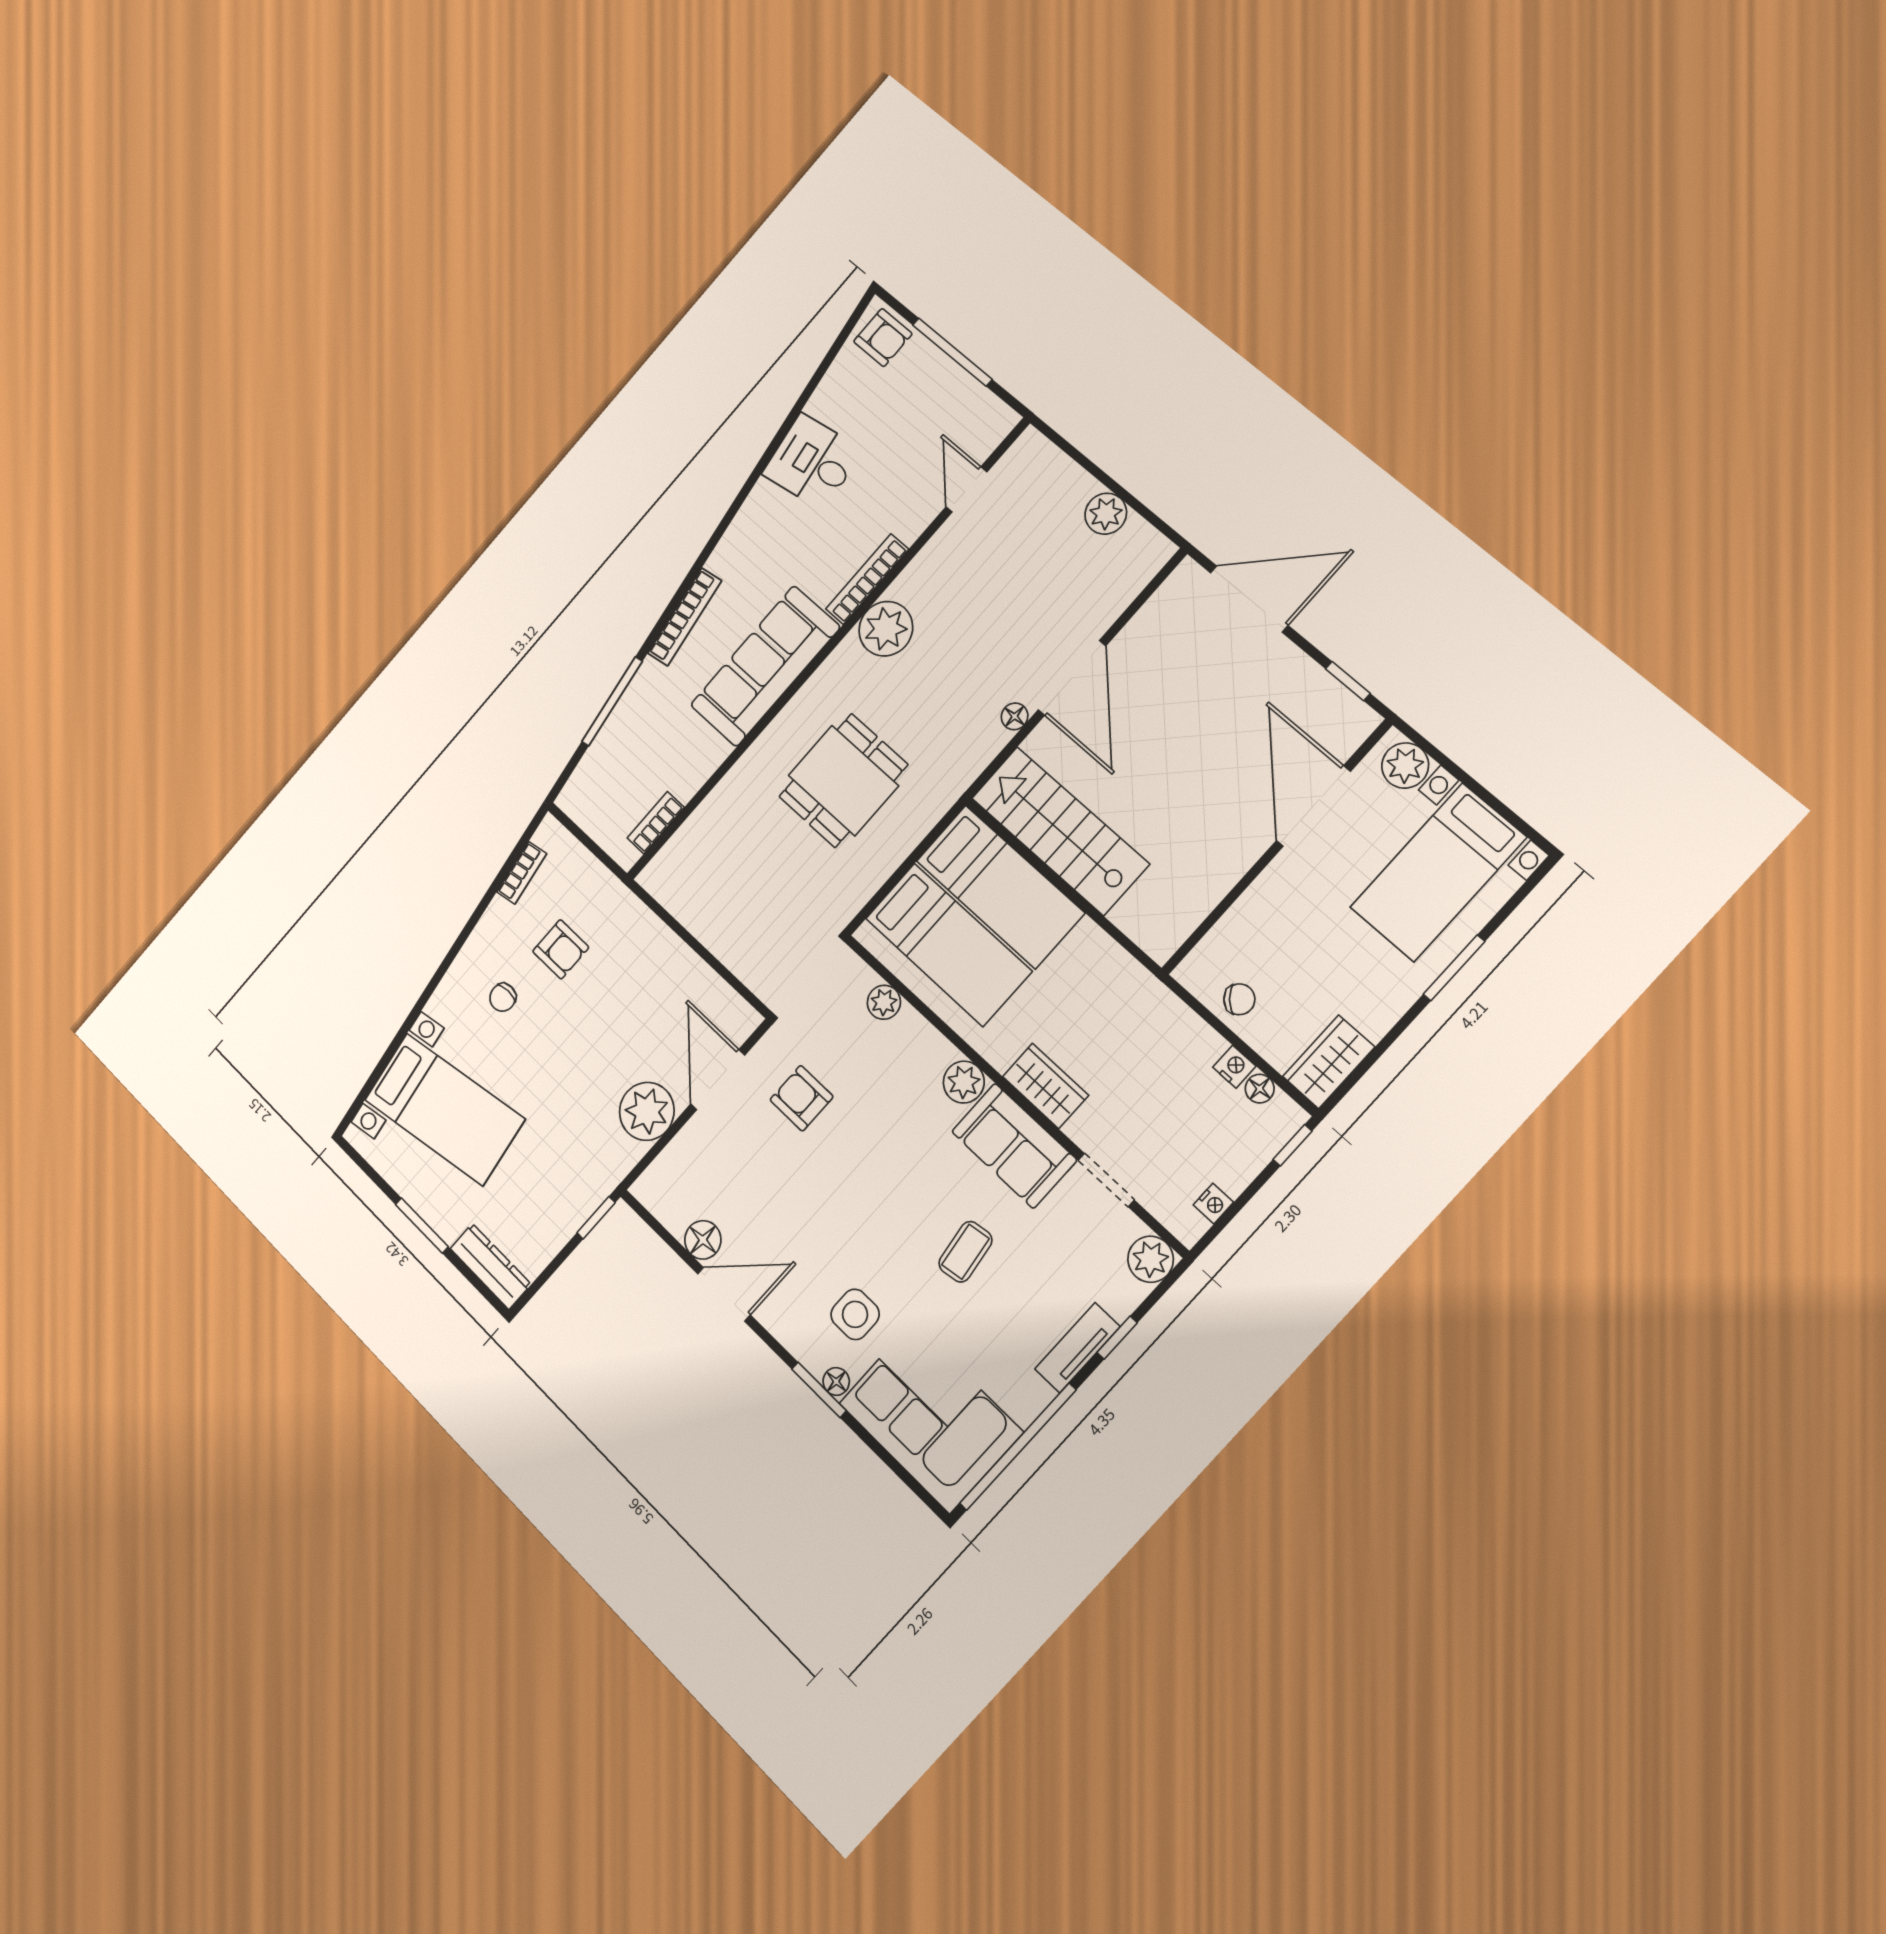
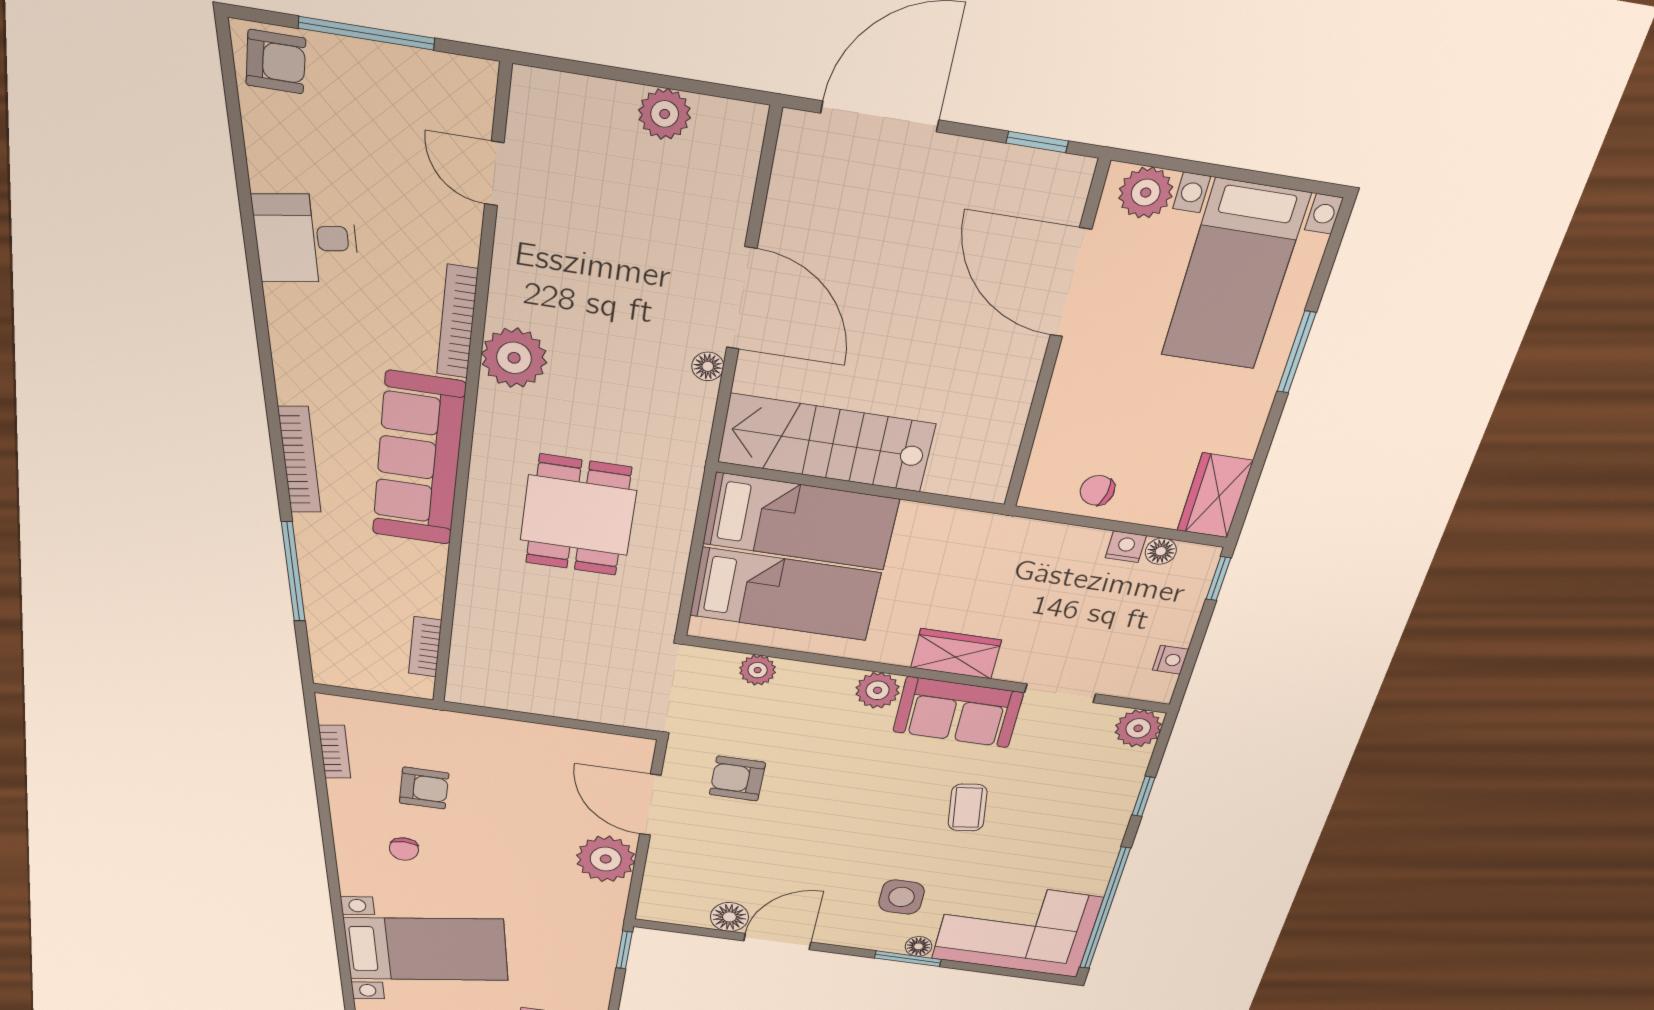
chair: (1239, 999) -> (1097, 490), turned -126
tv unit: (1077, 1348) -> (1113, 821), removed

